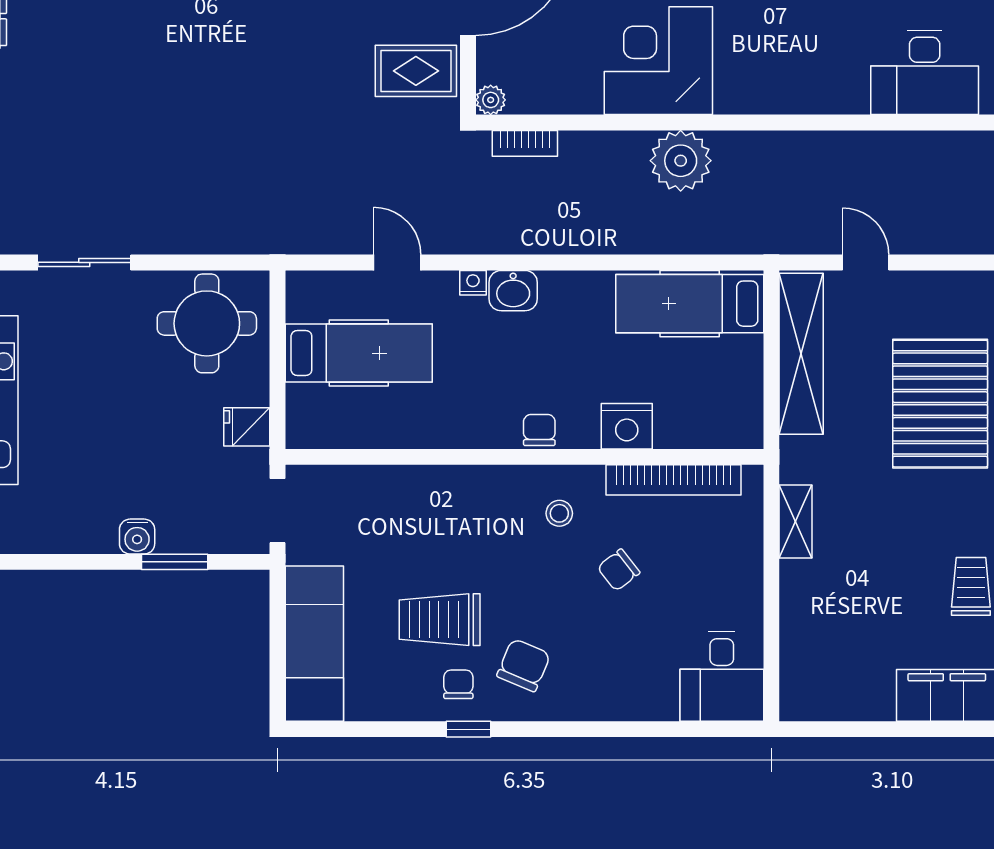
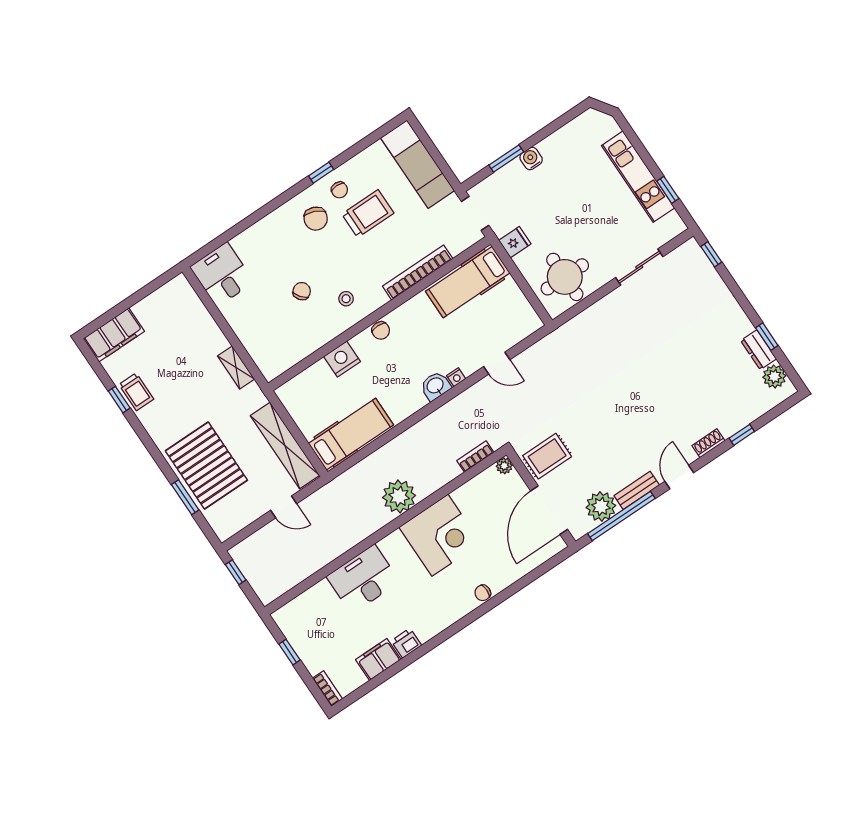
desk: (925, 73) -> (363, 579), moved
hospital bed: (359, 353) -> (468, 282), moved
bookcase: (673, 480) -> (418, 272), moved

